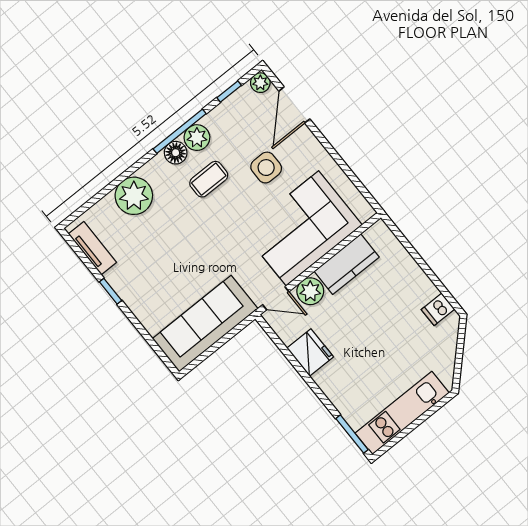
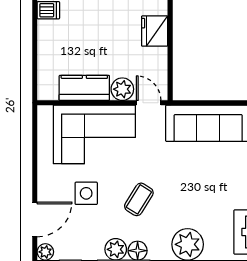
coffee table: (209, 179) -> (139, 199), moved, turned -58
fridge: (310, 353) -> (155, 31), moved

